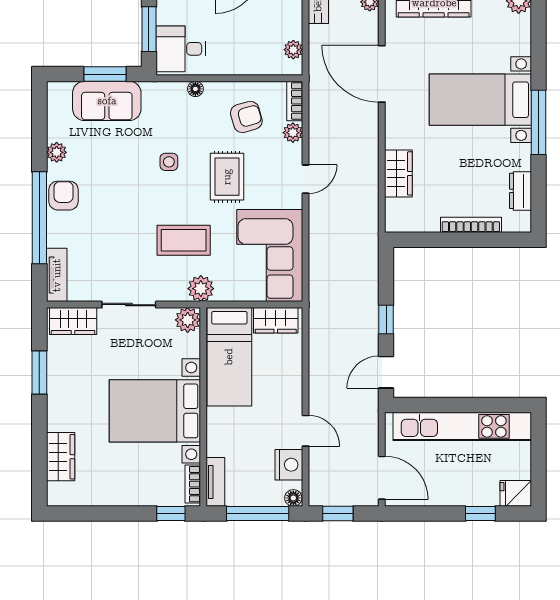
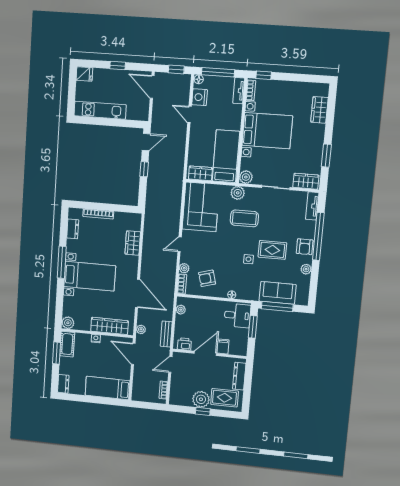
window: (105, 74) -> (277, 307), width x1.44
rug: (227, 177) -> (272, 250), moved, turned 90
kitchen unit: (462, 426) -> (100, 110), width x0.73
window: (480, 514) -> (118, 66), moved

